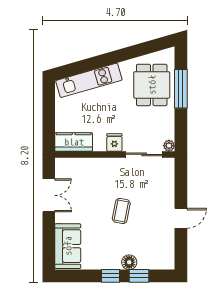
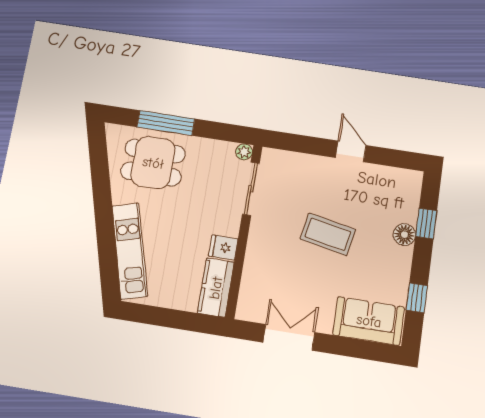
fridge: (114, 142) -> (223, 247), moved
coffee table: (121, 211) -> (328, 234), width x1.36, depth x1.30
window: (110, 276) -> (417, 298), moved

